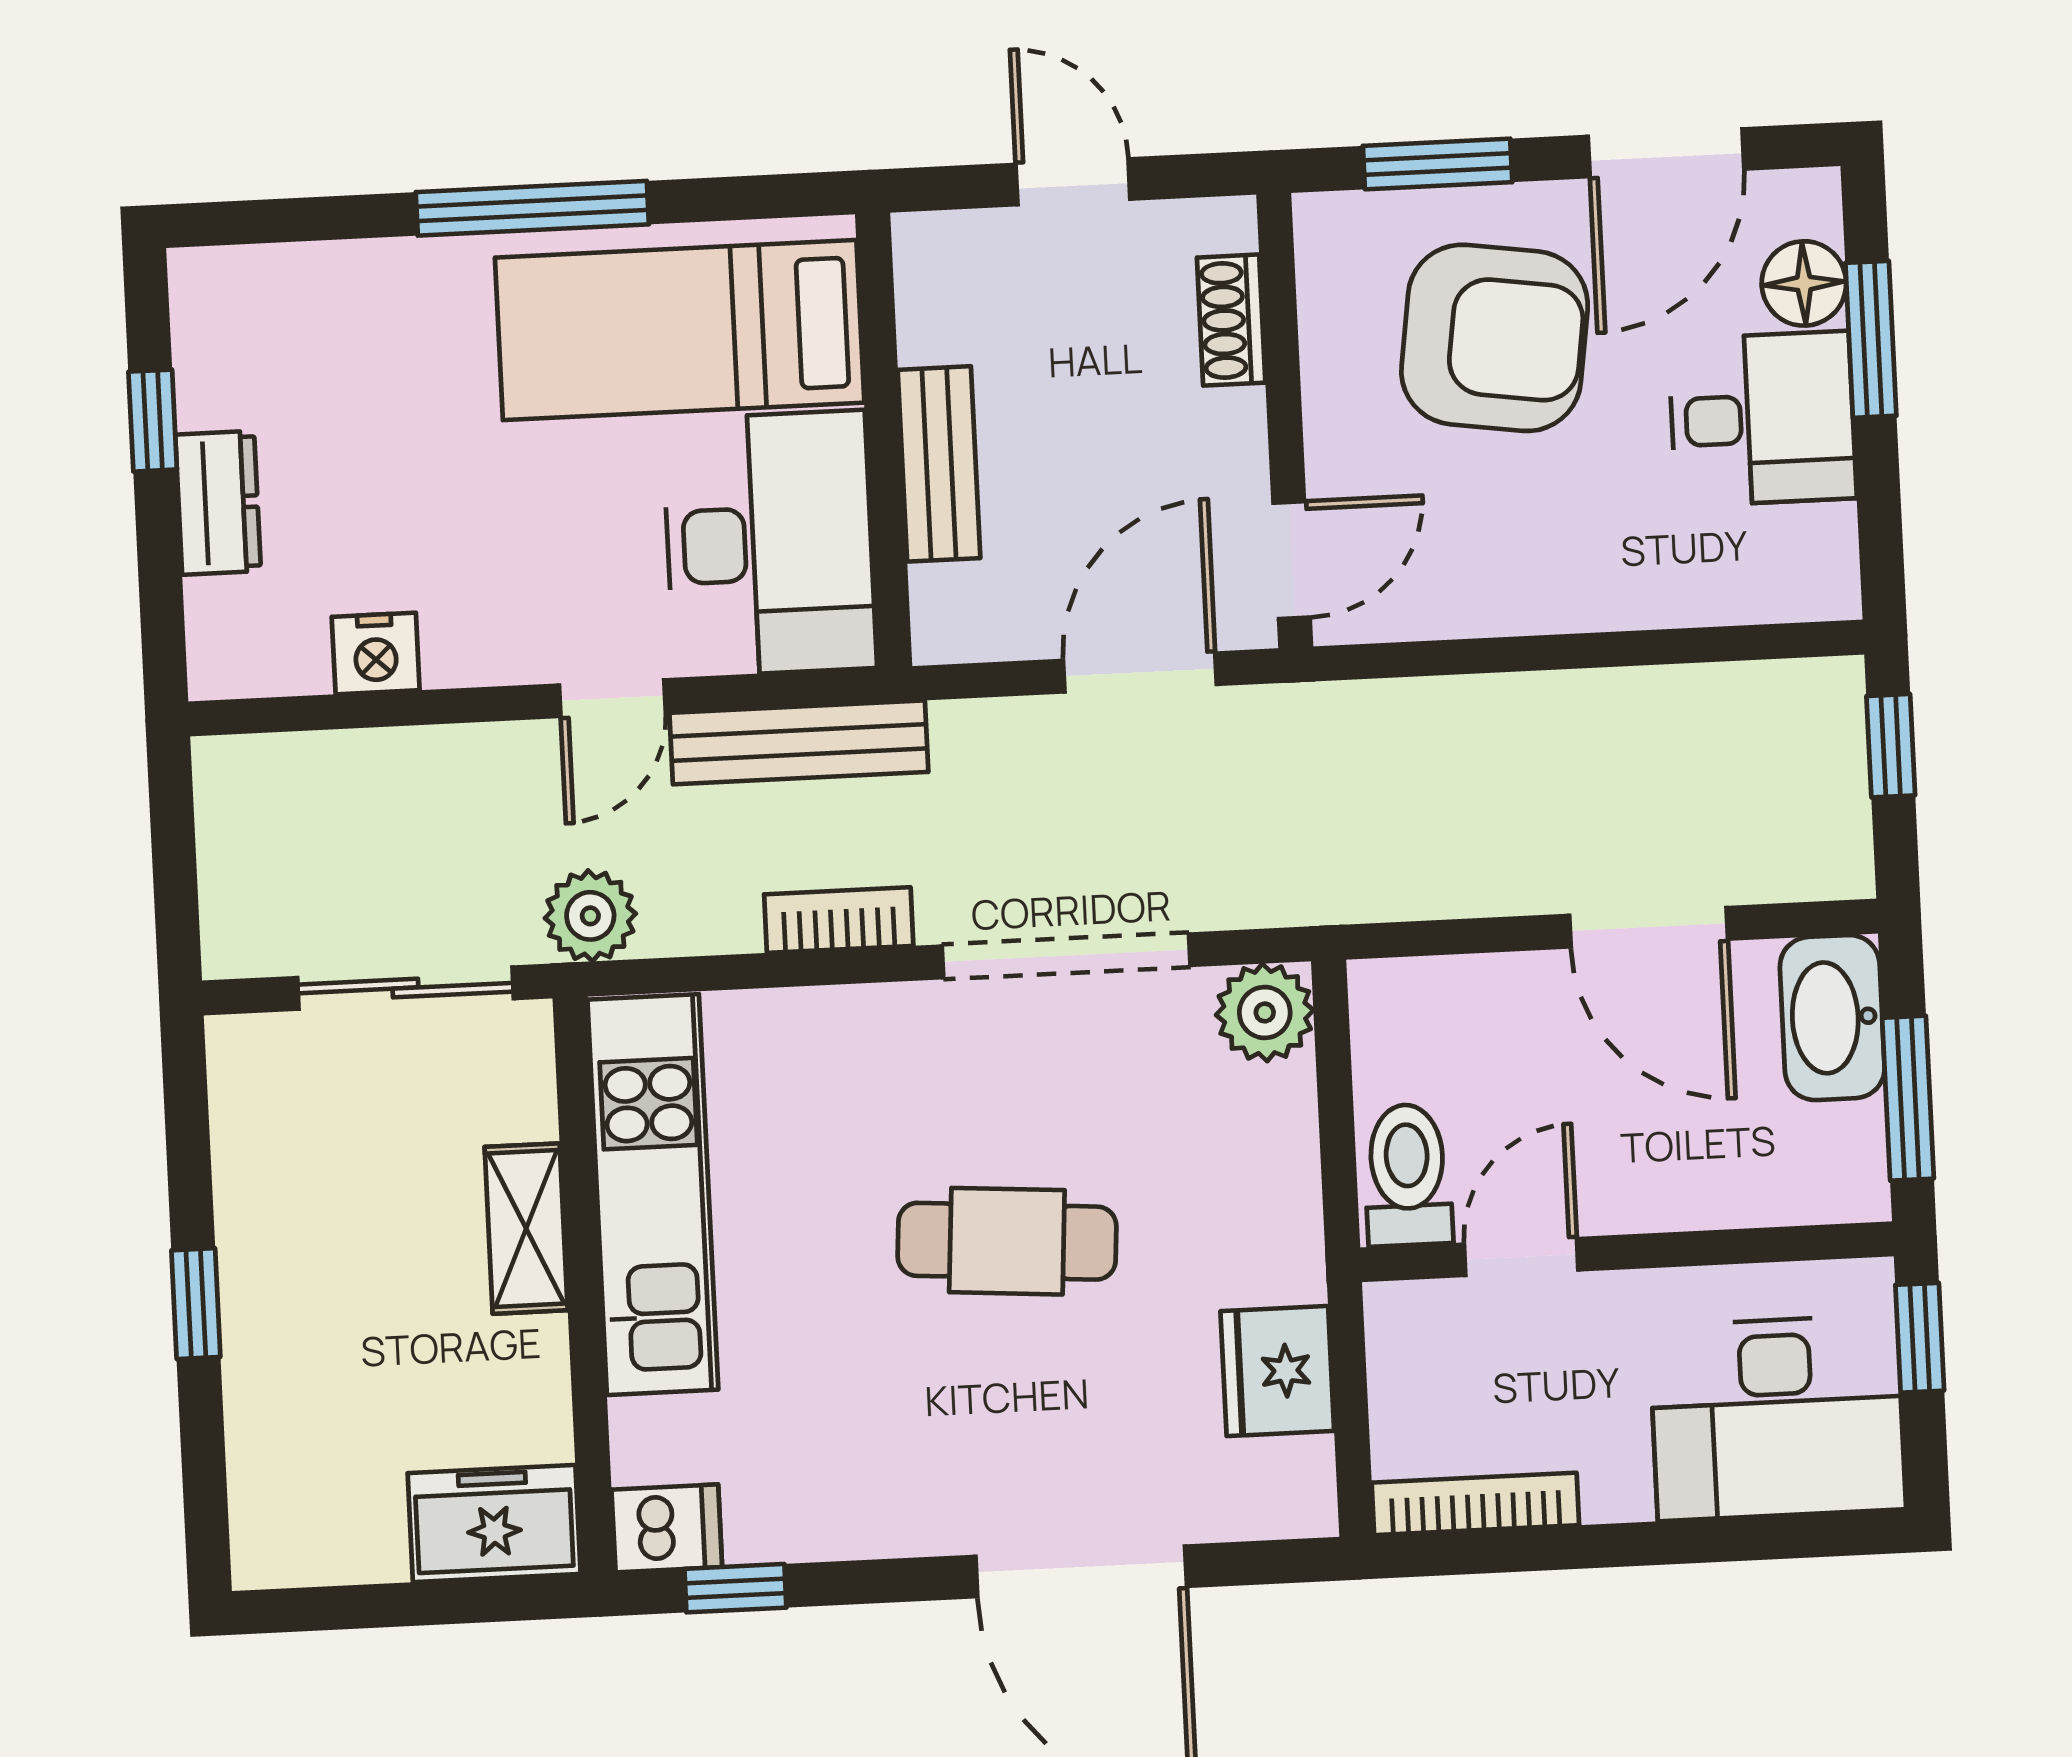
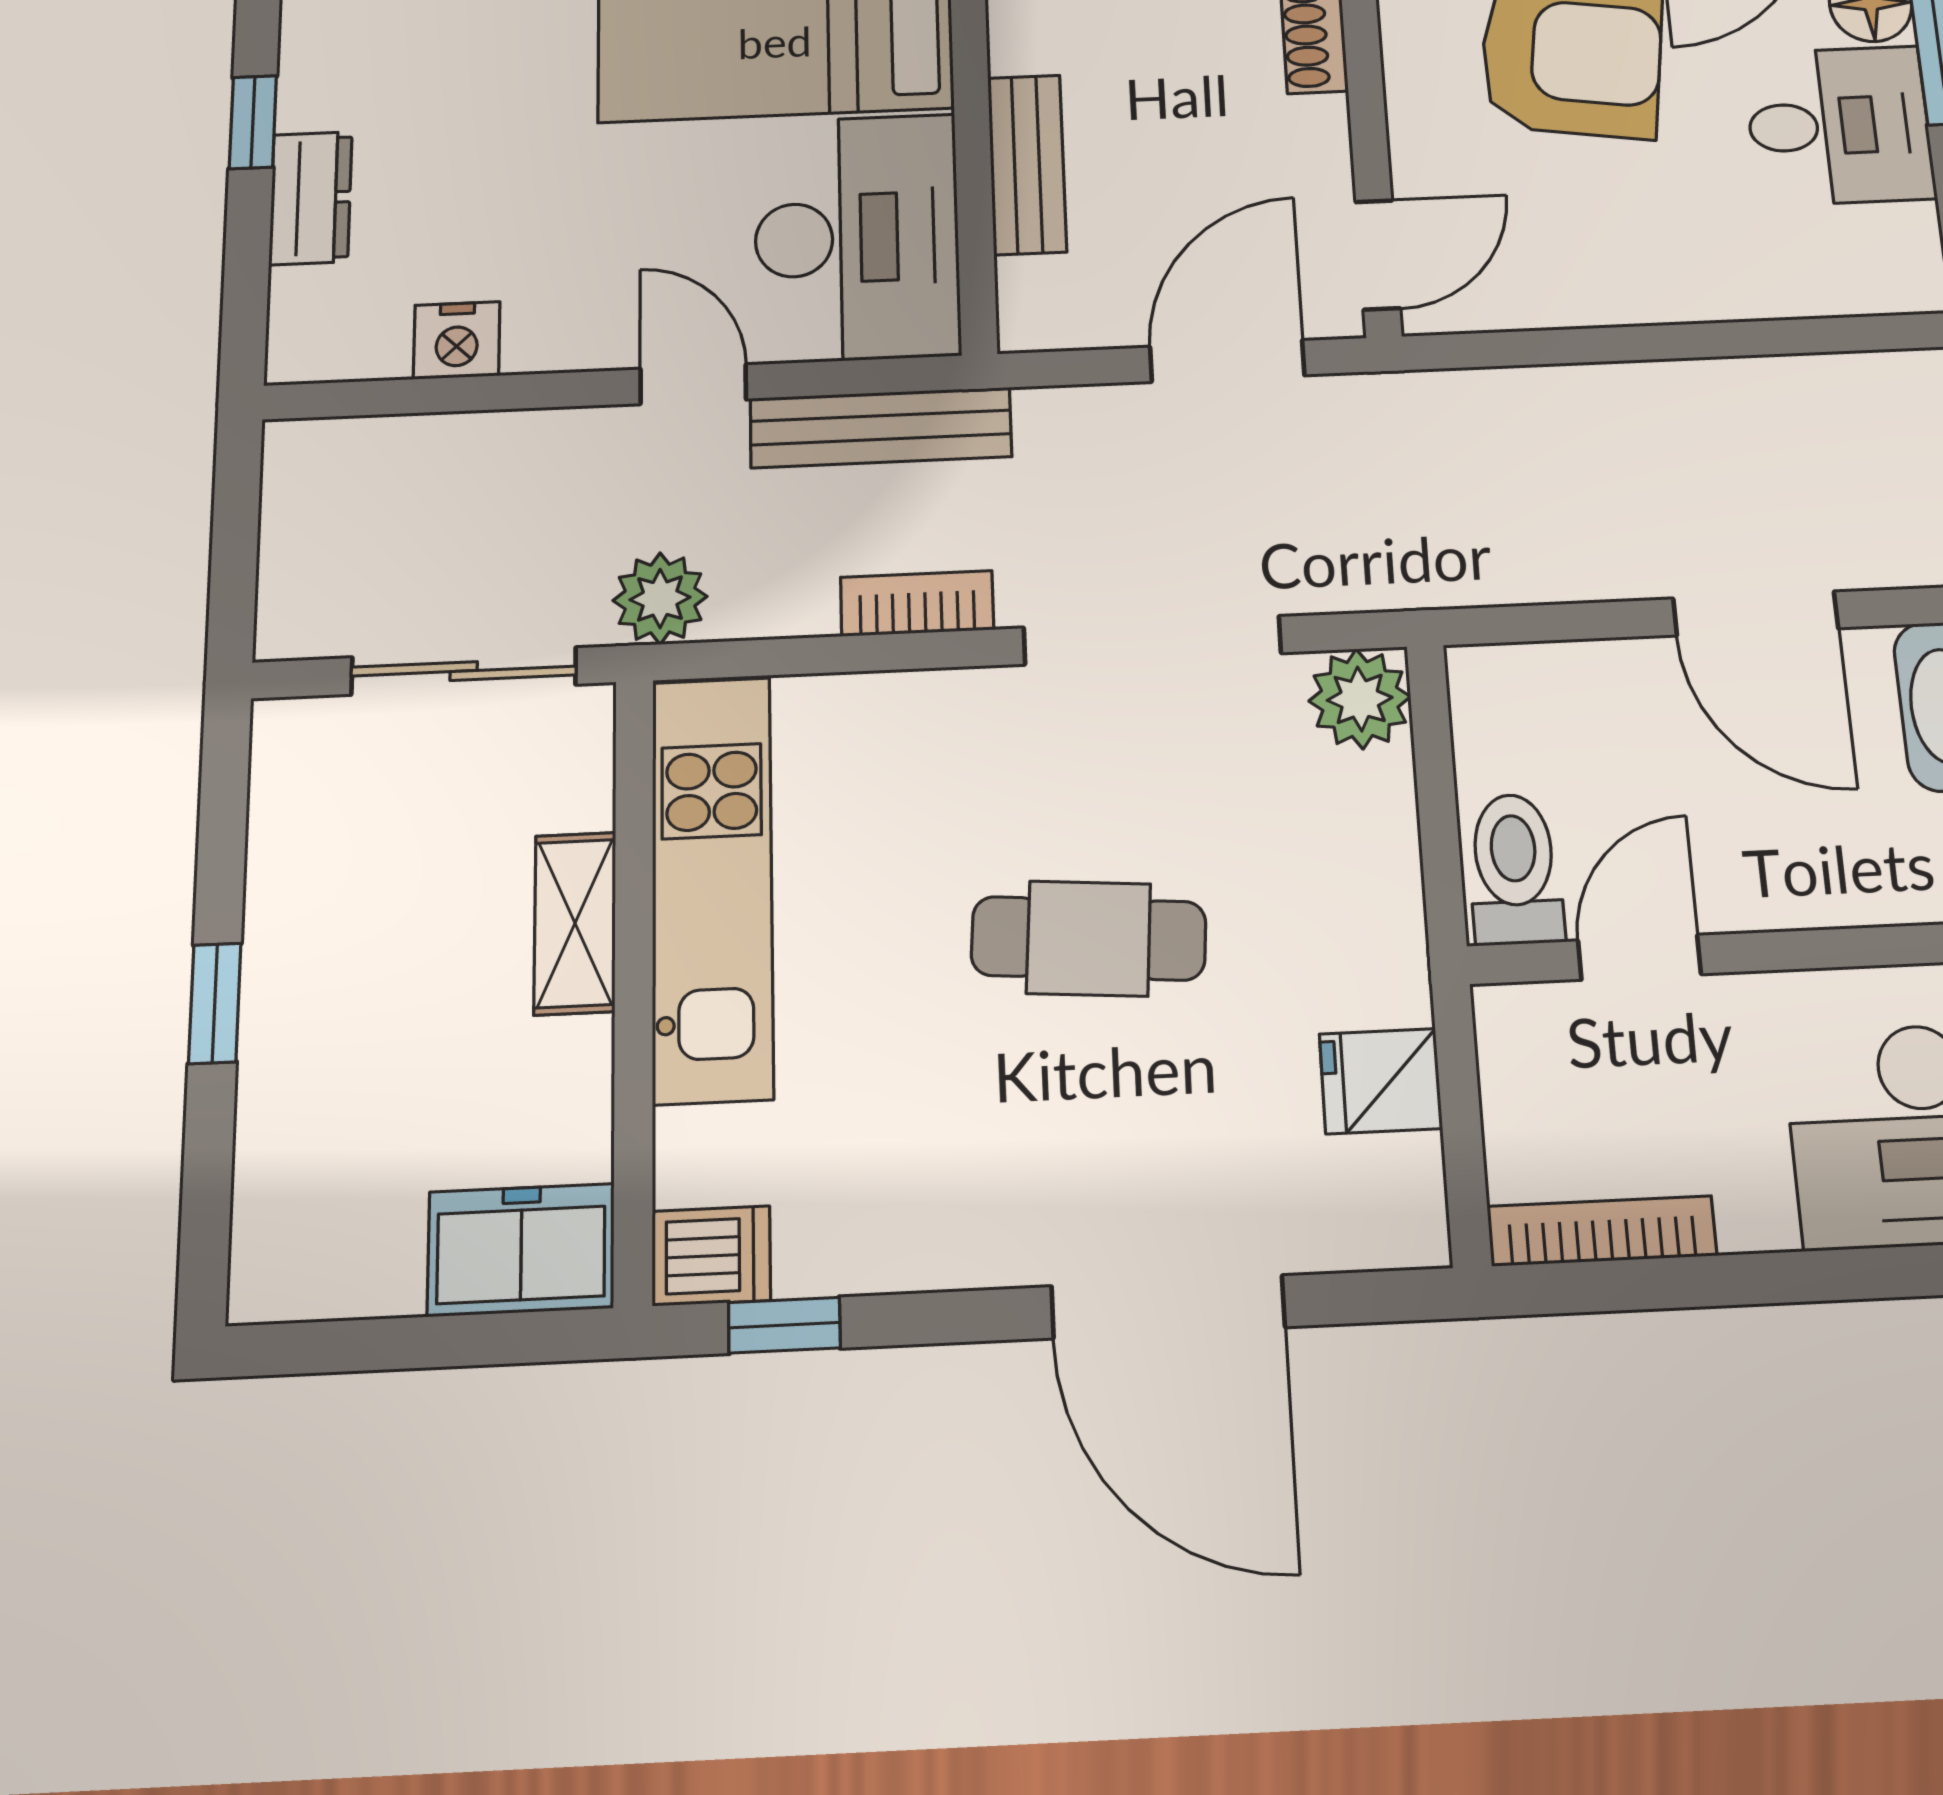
door: (612, 698) -> (693, 384), swing flipped
fridge: (1277, 1371) -> (1381, 1081), width x0.72

